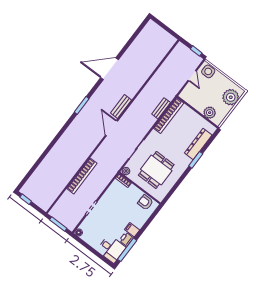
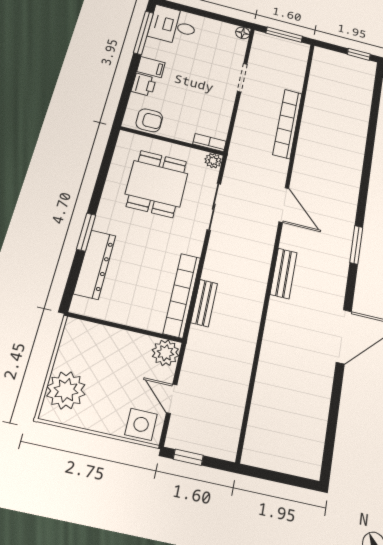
plant: (210, 113) -> (165, 353), moved
door: (111, 128) -> (284, 205), moved
printer: (126, 239) -> (144, 85), moved

